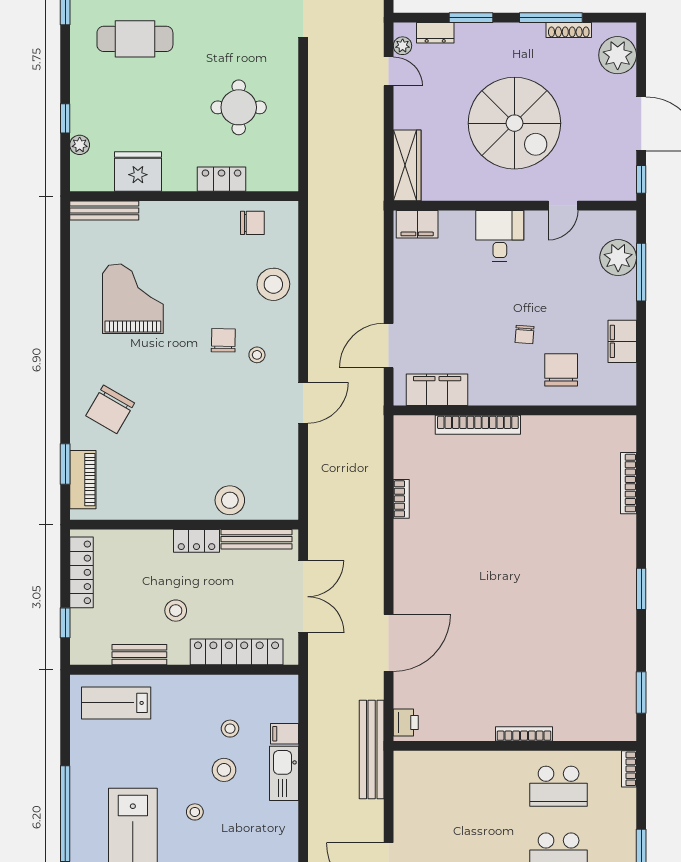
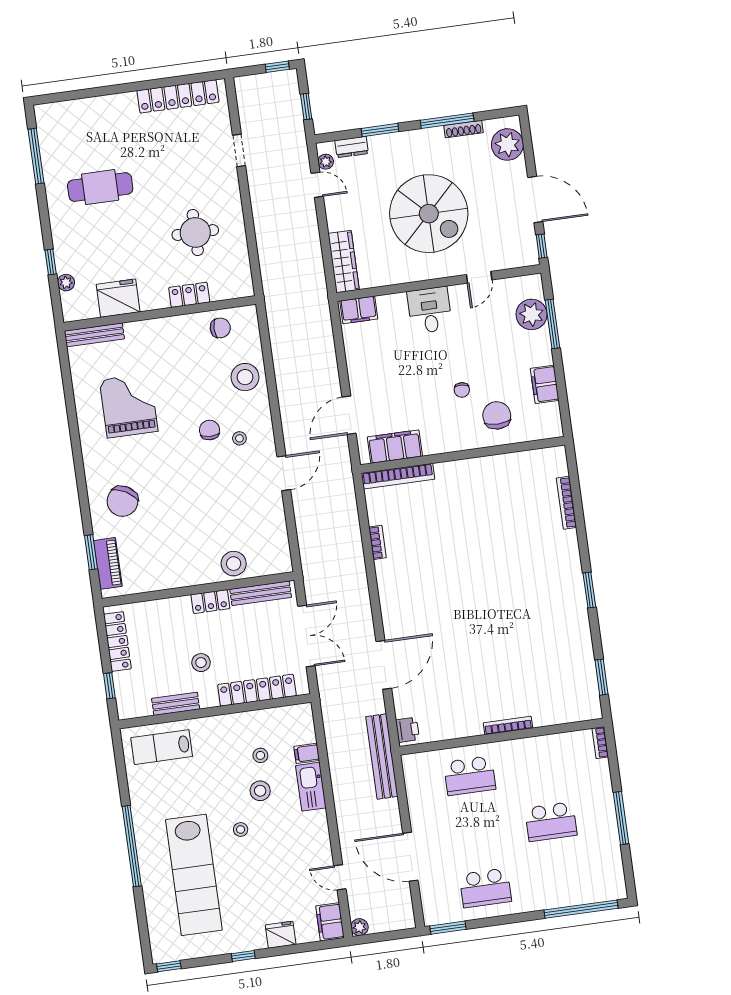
bookcase: (478, 425) -> (398, 476), moved
school desk: (559, 786) -> (470, 776), moved

